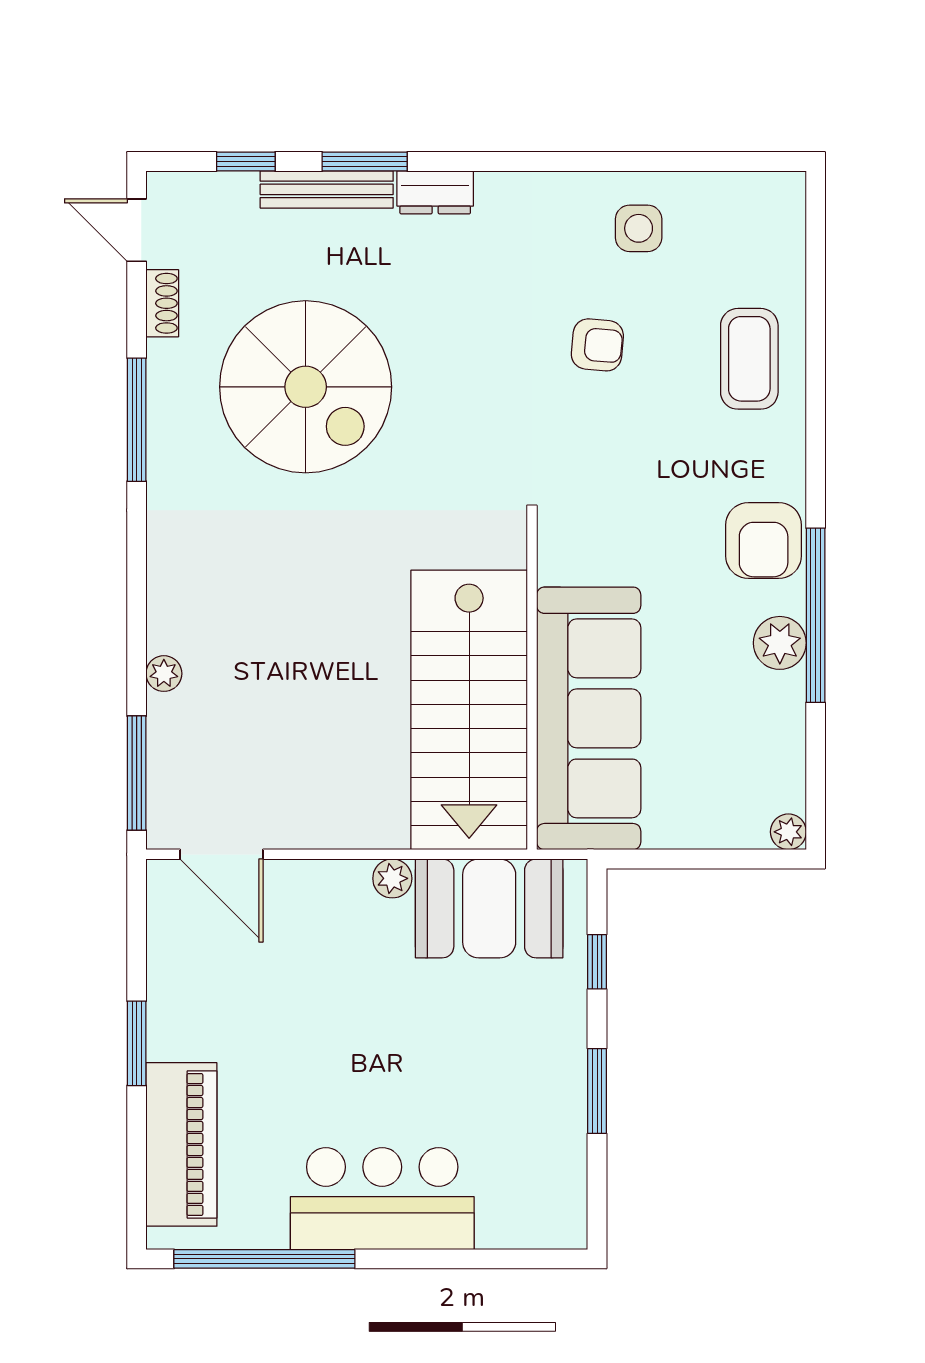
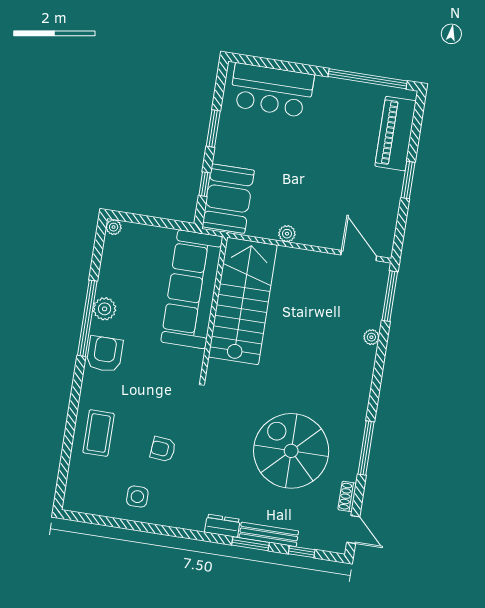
booth: (489, 908) -> (228, 199), moved, turned 90
bar counter: (382, 1199) -> (272, 90), moved

